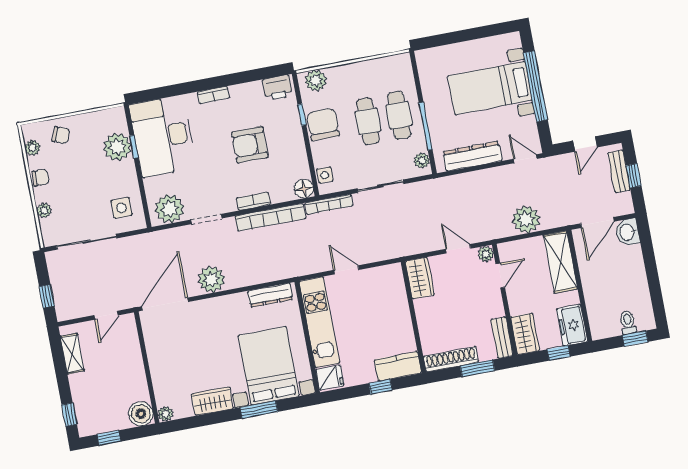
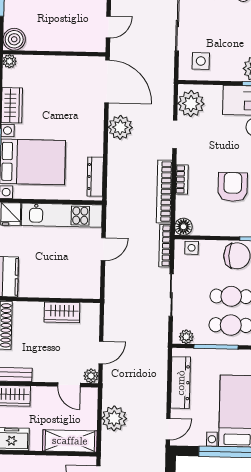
wardrobe: (420, 278) -> (62, 312), moved
door: (106, 315) -> (108, 27), swing flipped

